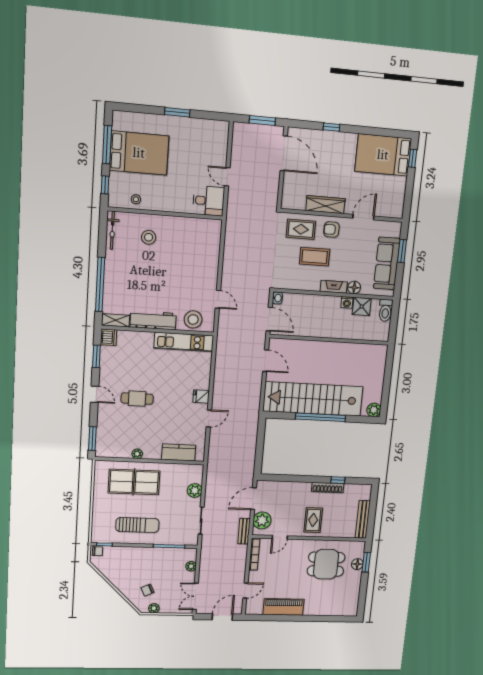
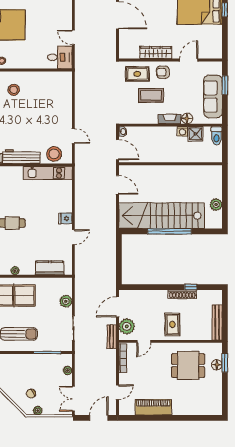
plant: (374, 410) -> (216, 205), moved

